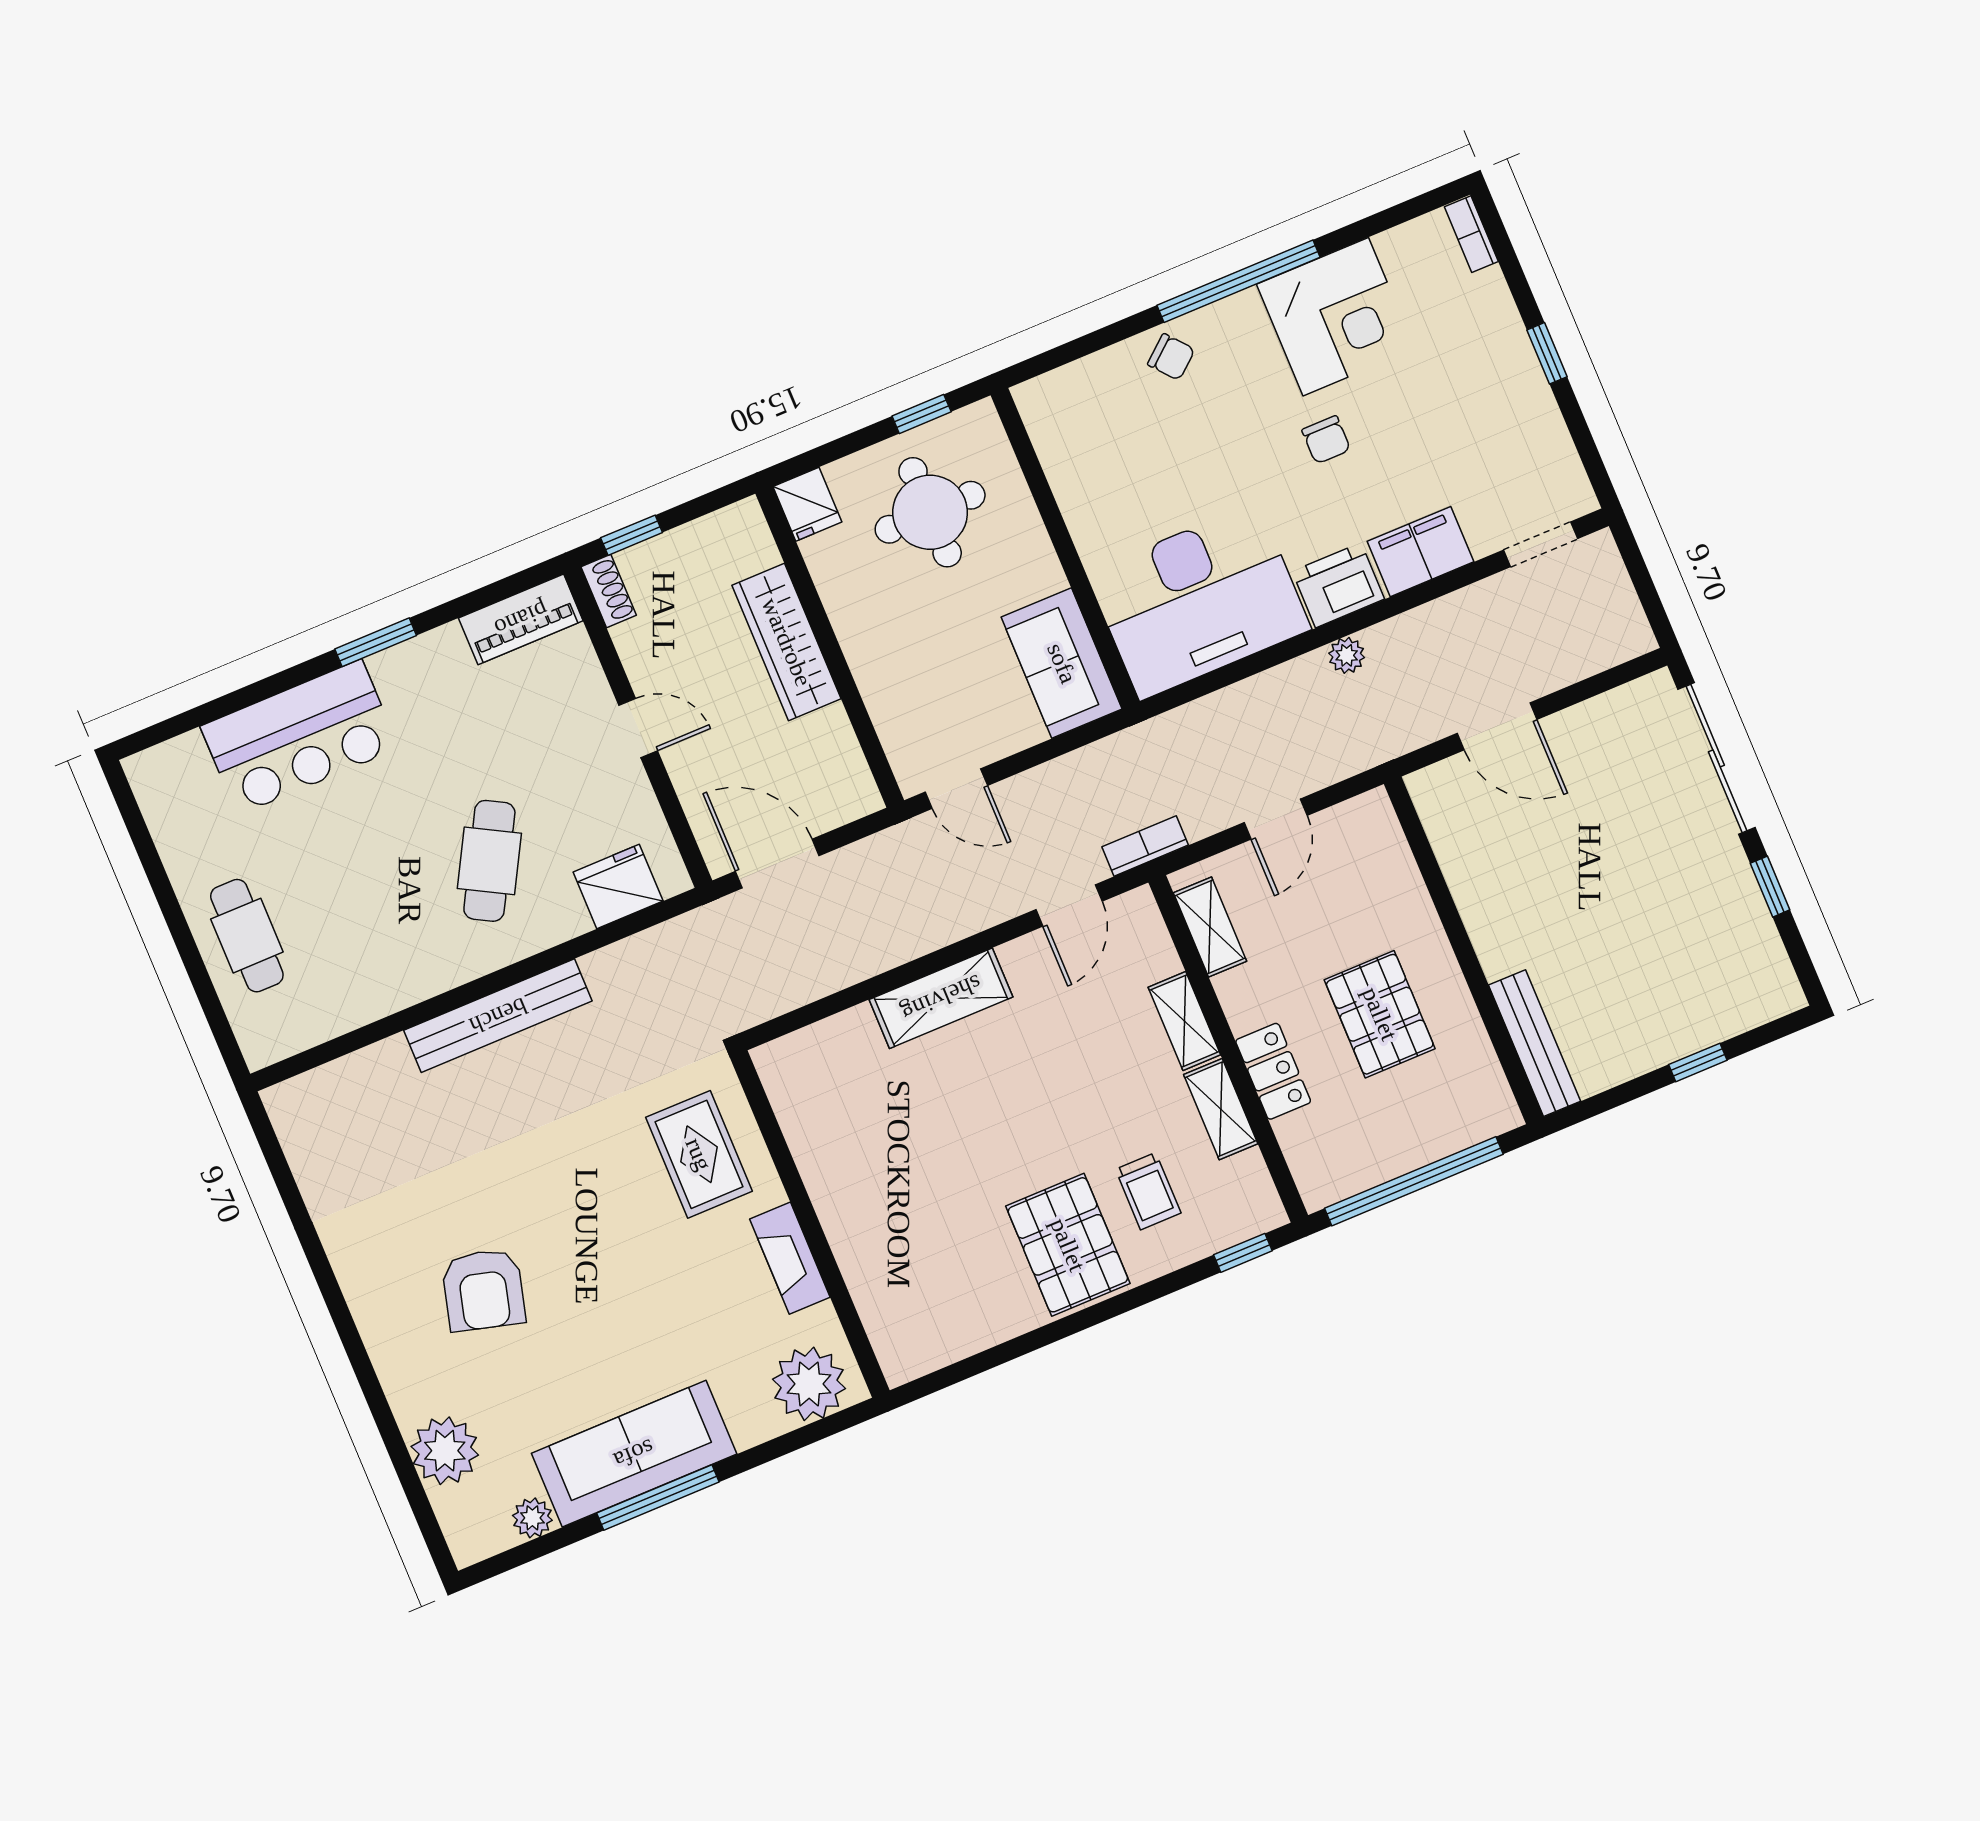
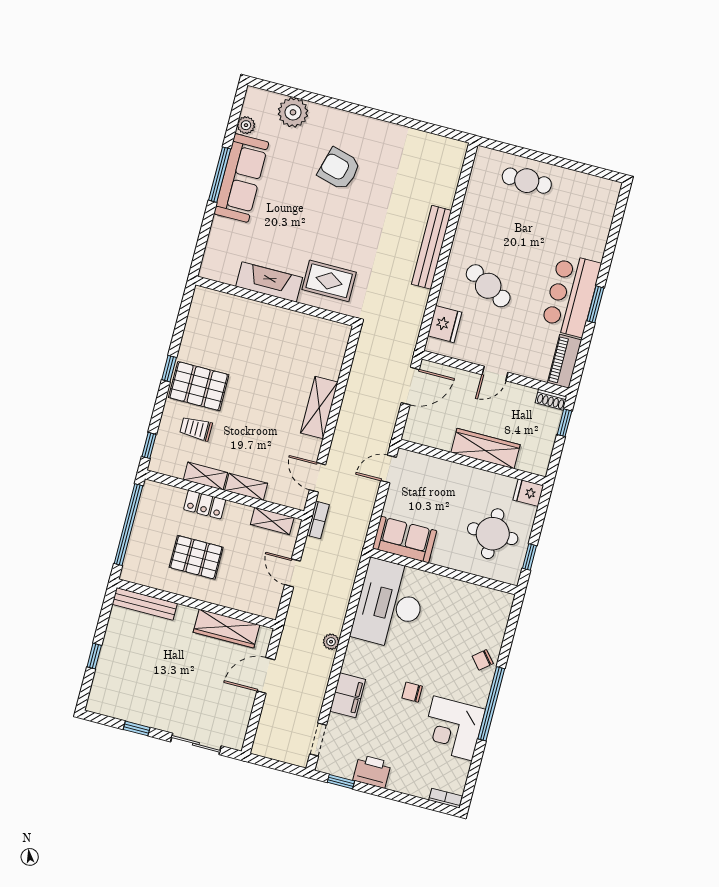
window: (1547, 353) -> (341, 782), moved
printer: (1338, 585) -> (372, 771), moved, turned -90
bar counter: (300, 737) -> (571, 295), moved
sliding door: (1716, 759) -> (196, 744), width x0.73
wardrobe: (1467, 862) -> (226, 629), added
fireplace: (790, 1258) -> (269, 282), width x1.37, depth x1.32
window: (1077, 1322) -> (169, 369), added
plant: (809, 1384) -> (219, 258), removed

